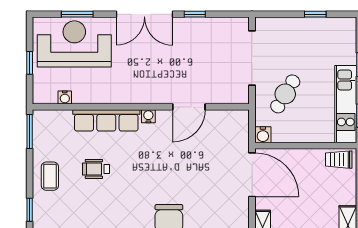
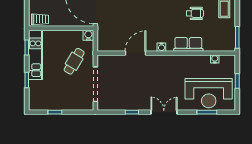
double door: (144, 14) -> (164, 112), width x0.73
row of seats: (106, 120) -> (188, 44), width x0.68

